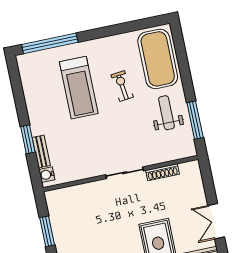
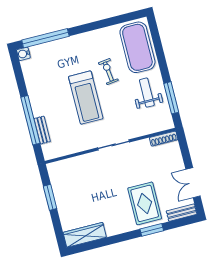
treadmill: (79, 88) -> (86, 98), moved
window: (28, 139) -> (30, 120), width x2.11
shoe rack: (162, 172) -> (164, 139), moved
water cooler: (47, 175) -> (23, 54), moved

